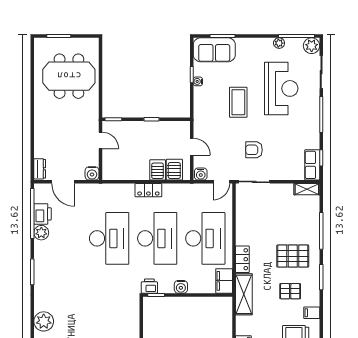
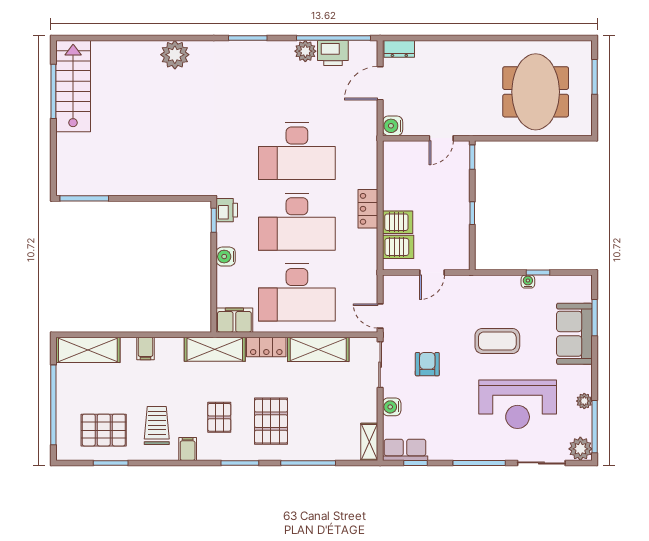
sofa: (214, 50) -> (574, 334), moved
water cooler: (201, 174) -> (392, 407), moved
shelving: (244, 224) -> (318, 349), added

